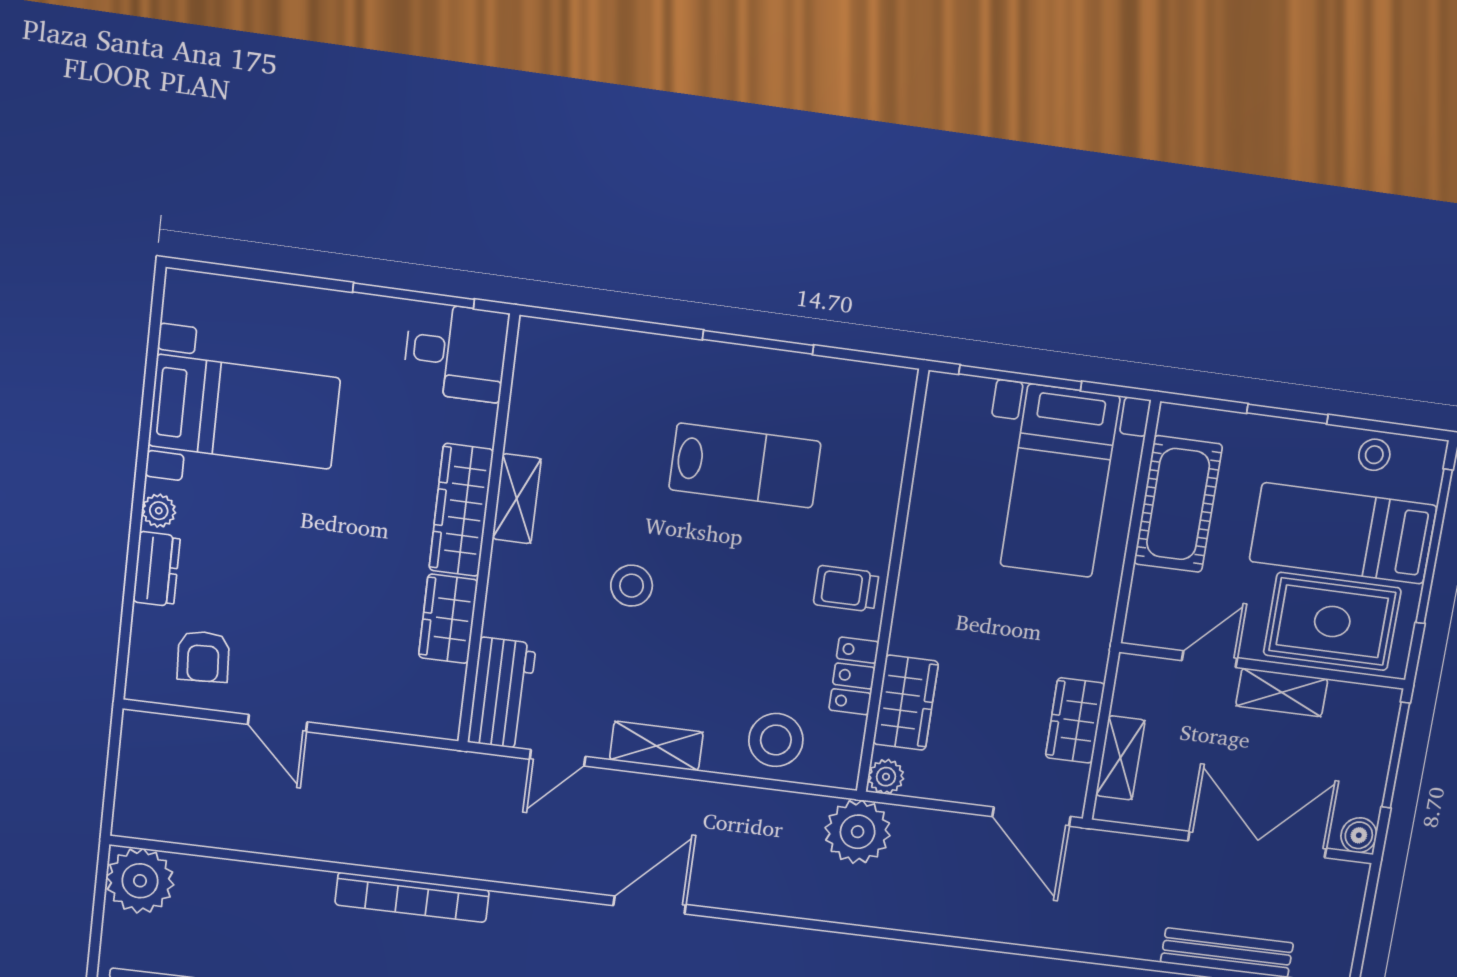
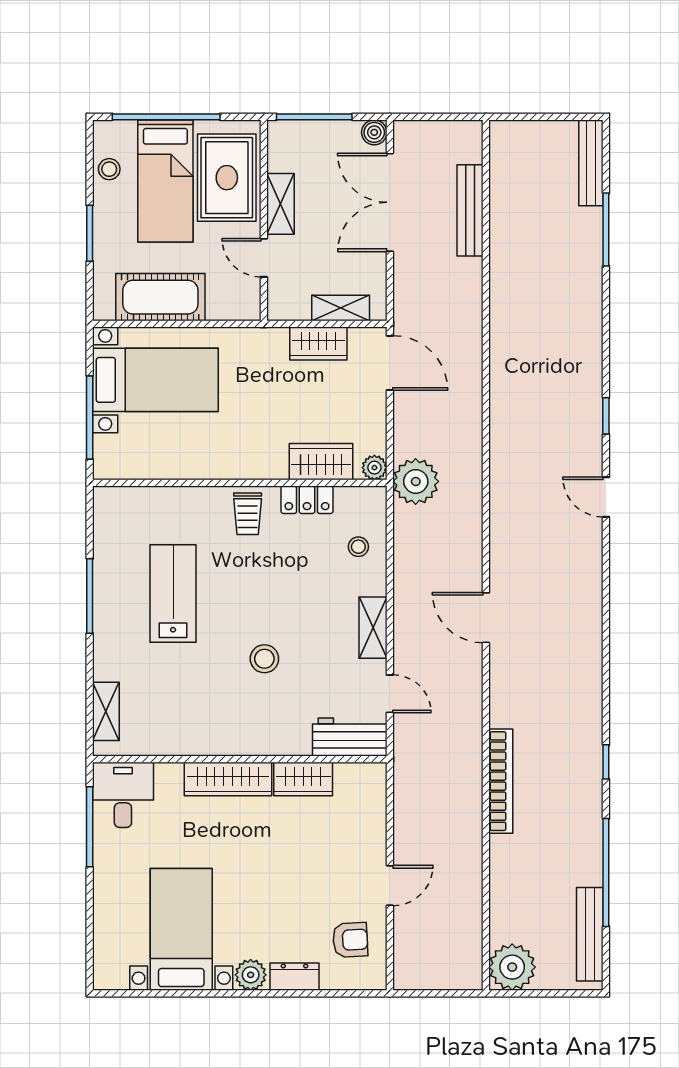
shelving: (517, 499) -> (106, 711), moved, turned 90
plant: (159, 511) -> (251, 975), width x1.38, depth x1.38
stool: (776, 740) -> (358, 547), width x0.53, depth x0.53
door: (1031, 817) -> (390, 363), hinge flipped

